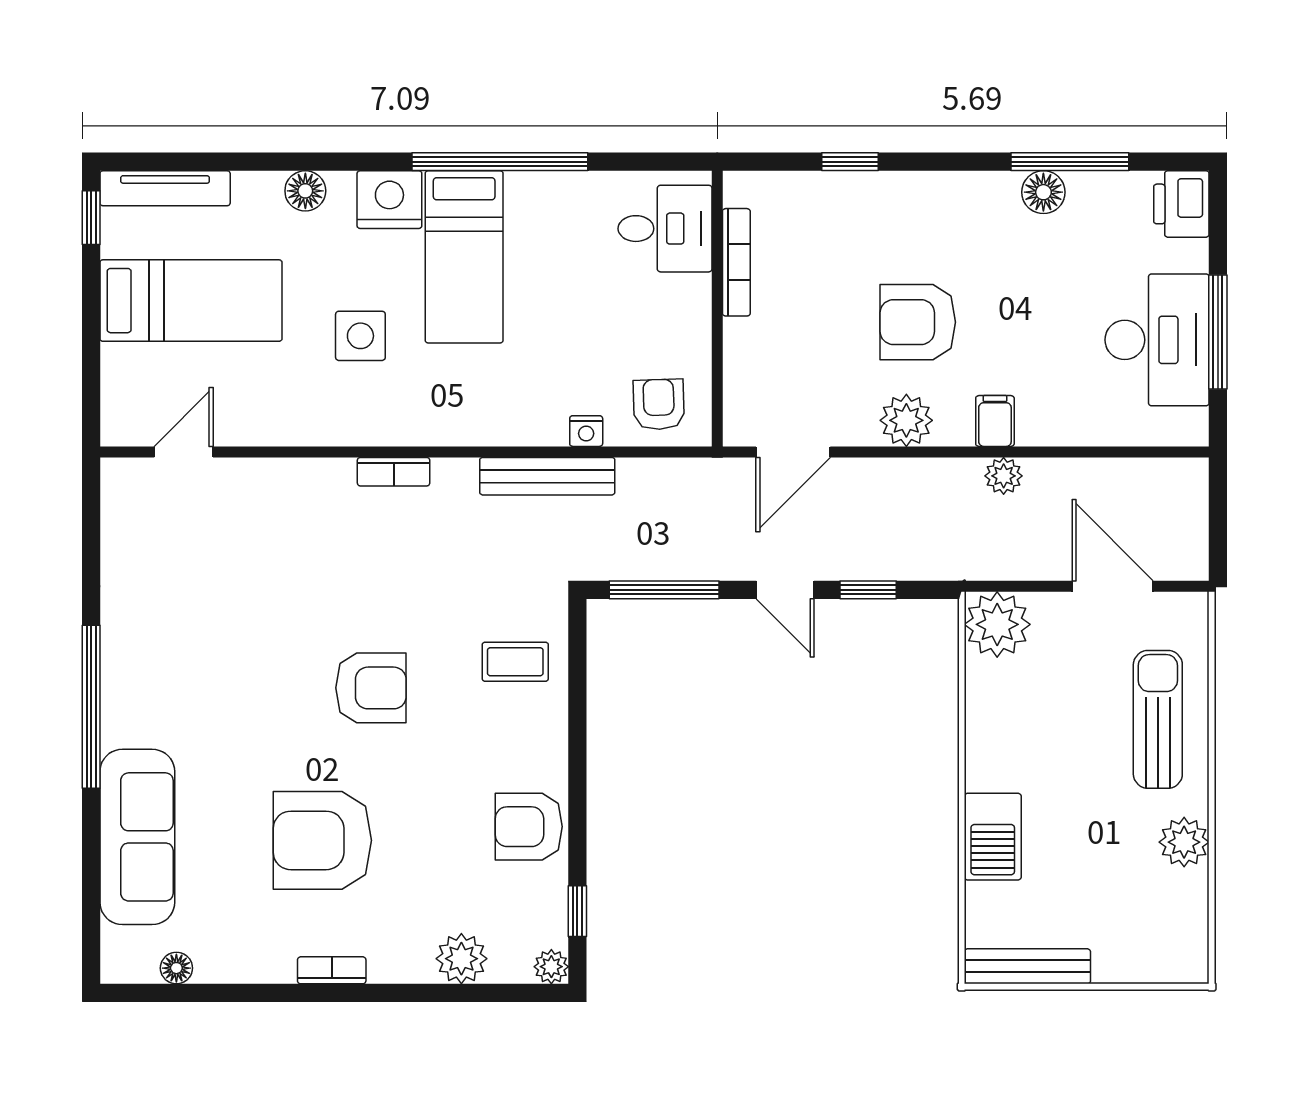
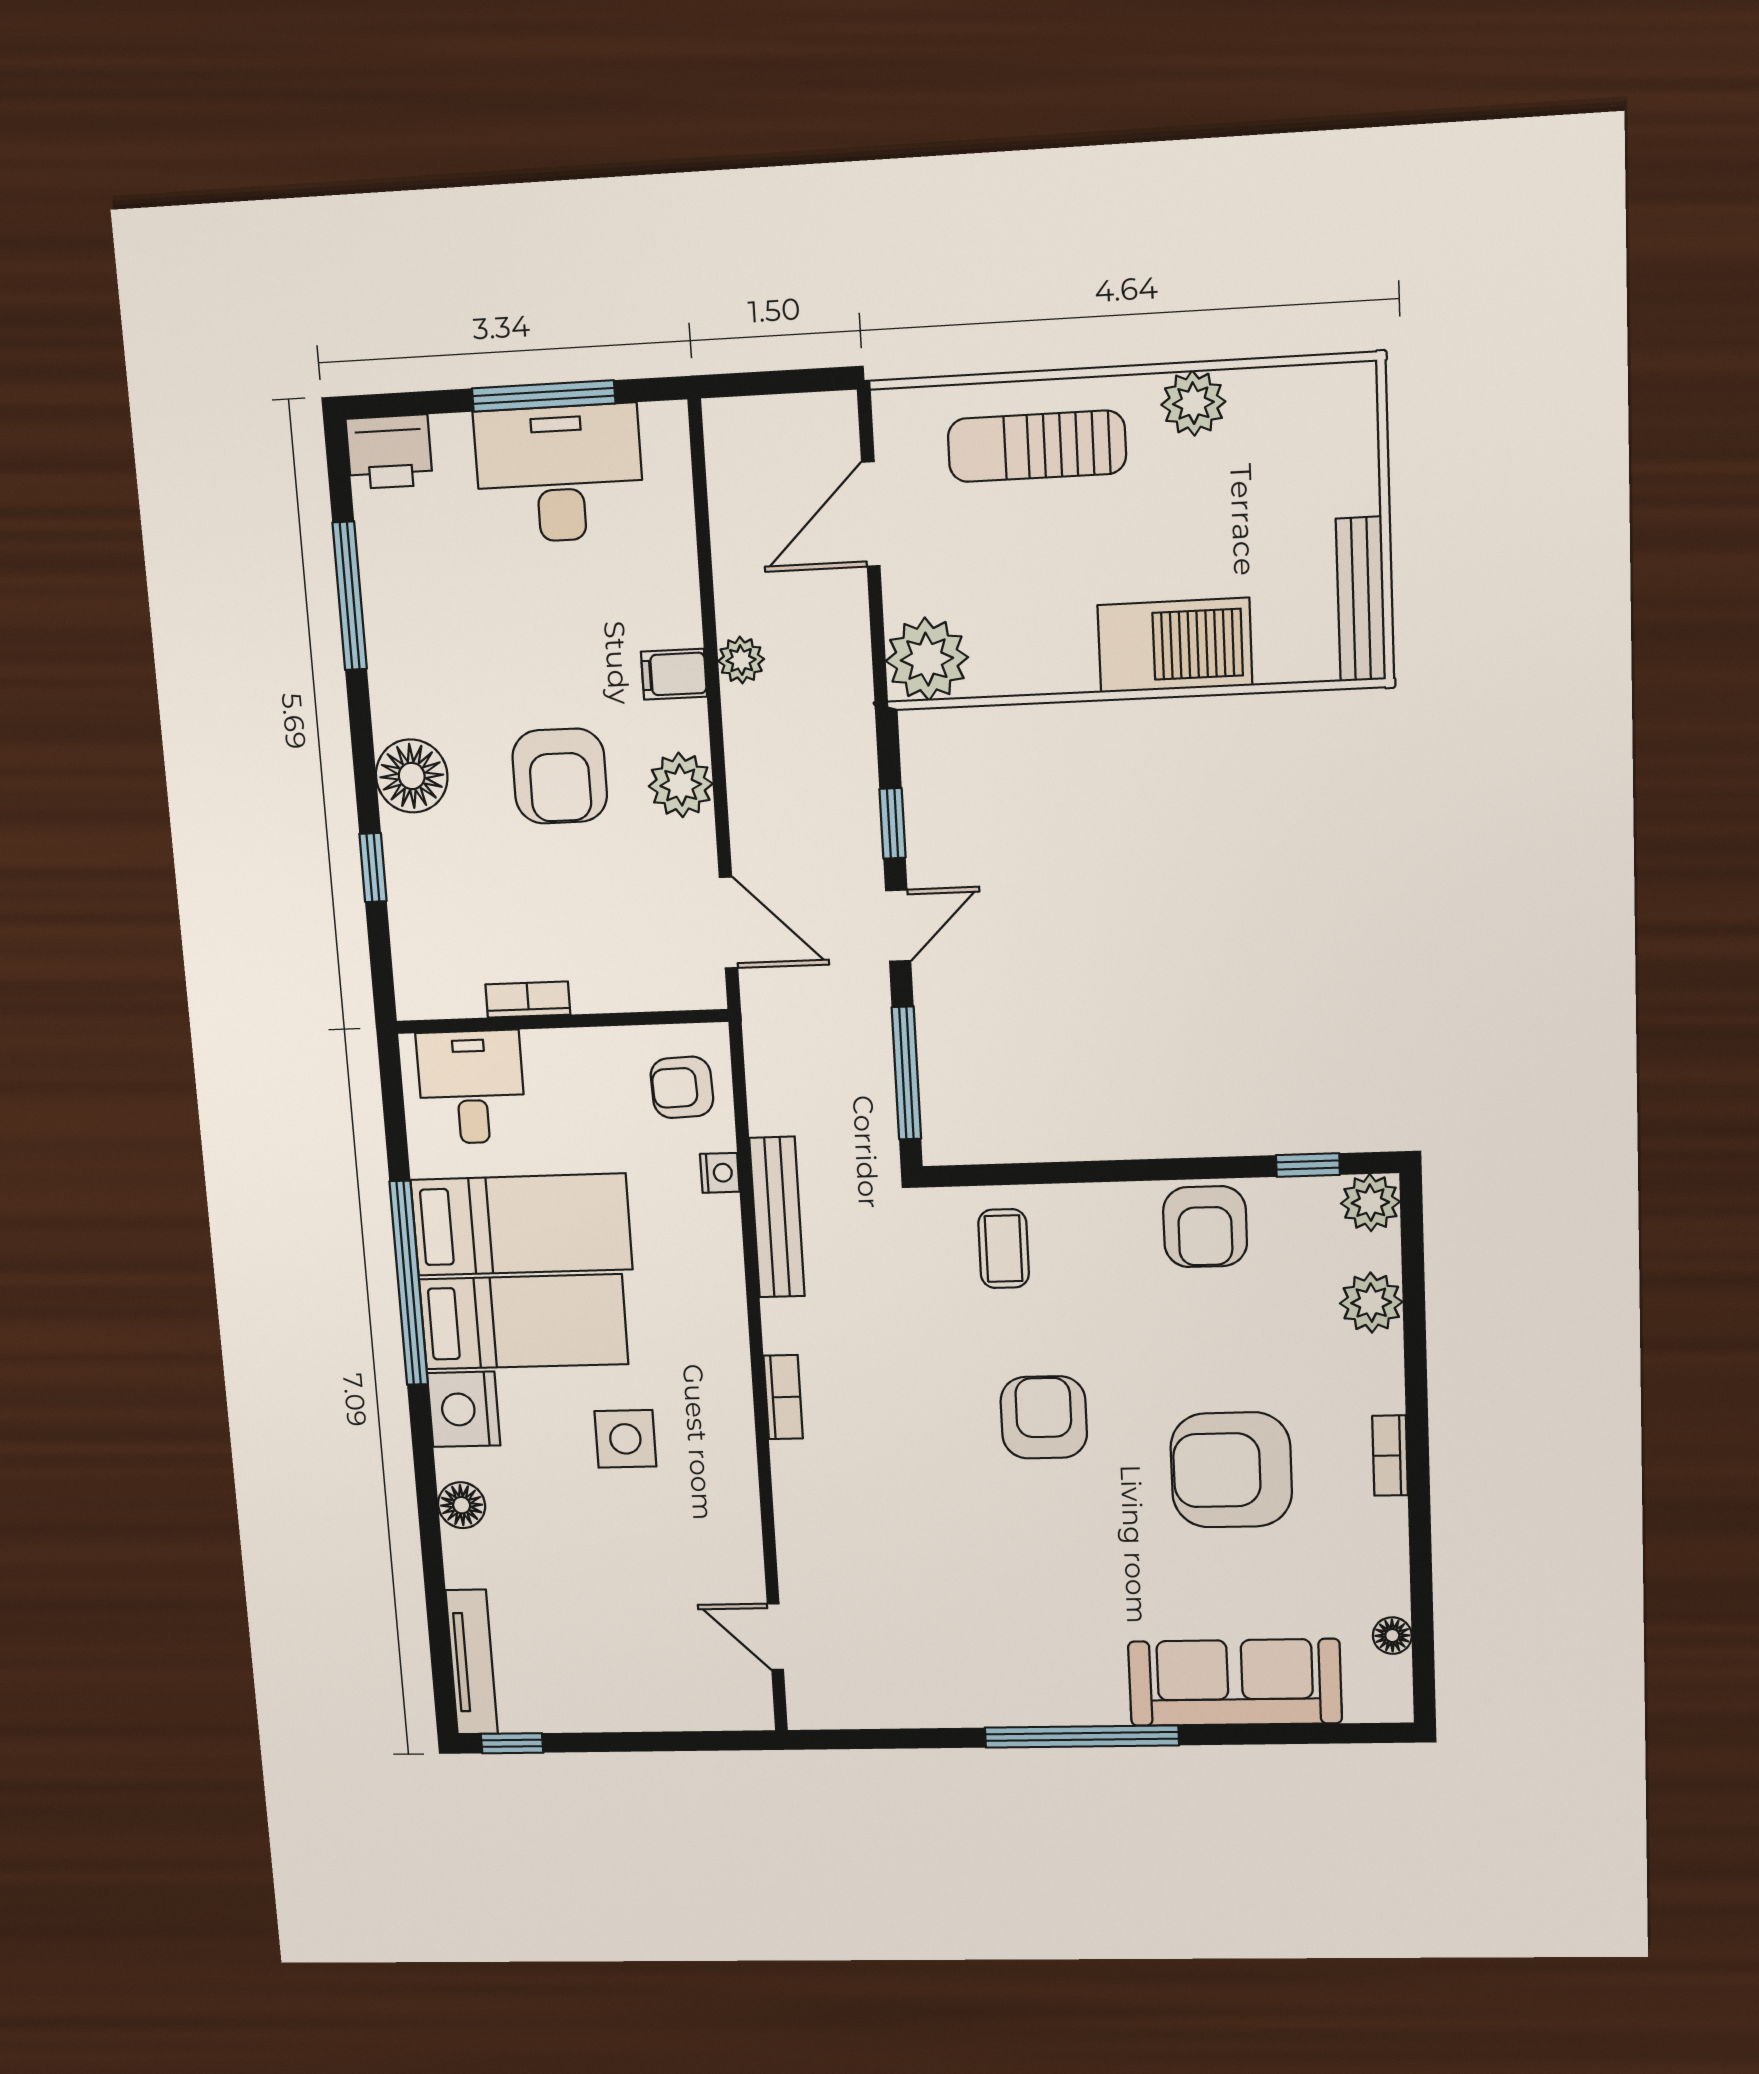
floor lamp: (1043, 192) -> (412, 776), moved, width x1.38, depth x1.38
bookcase: (736, 262) -> (528, 999), width x0.64
bed: (191, 301) -> (521, 1225), moved, turned 90
barbecue: (993, 837) -> (1175, 645), width x1.37, depth x1.21
armchair: (322, 840) -> (1231, 1470), turned 90
plant: (551, 967) -> (1370, 1203), width x1.38, depth x1.38

